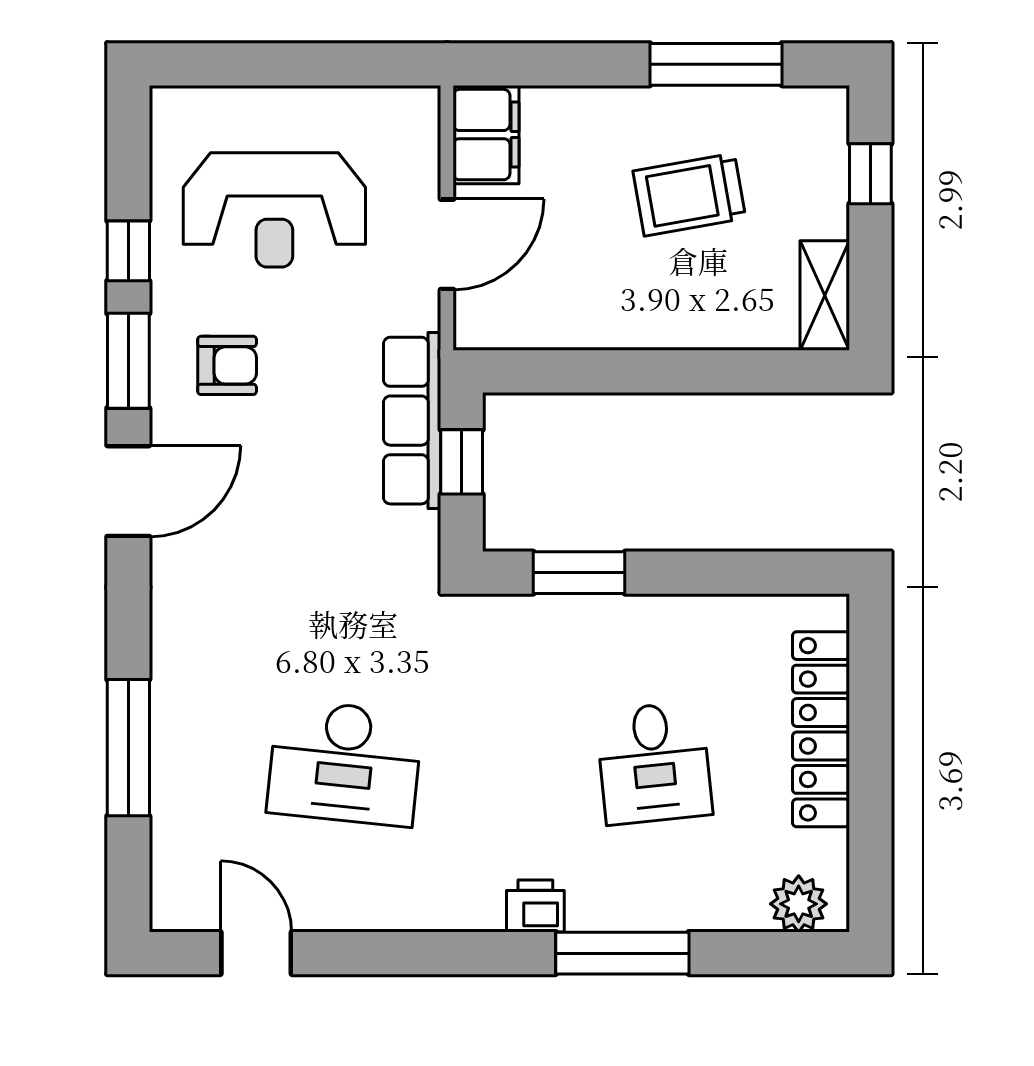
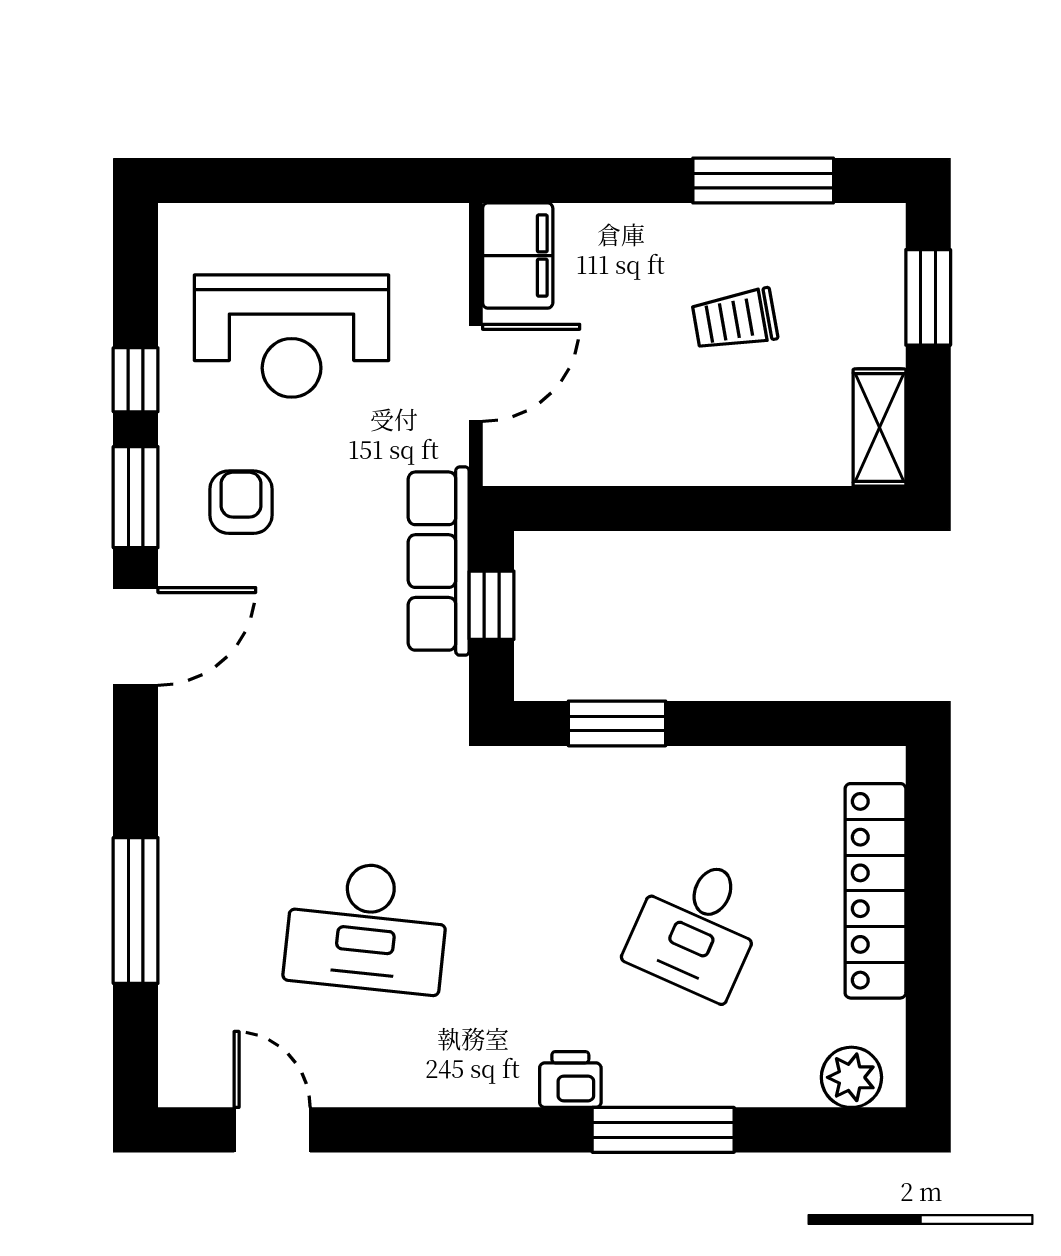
window: (870, 174) -> (928, 297), width x1.50
trolley: (689, 195) -> (735, 320), width x0.73, depth x0.72
armchair: (227, 365) -> (241, 502), turned -90
desk: (654, 763) -> (697, 927), turned 30

